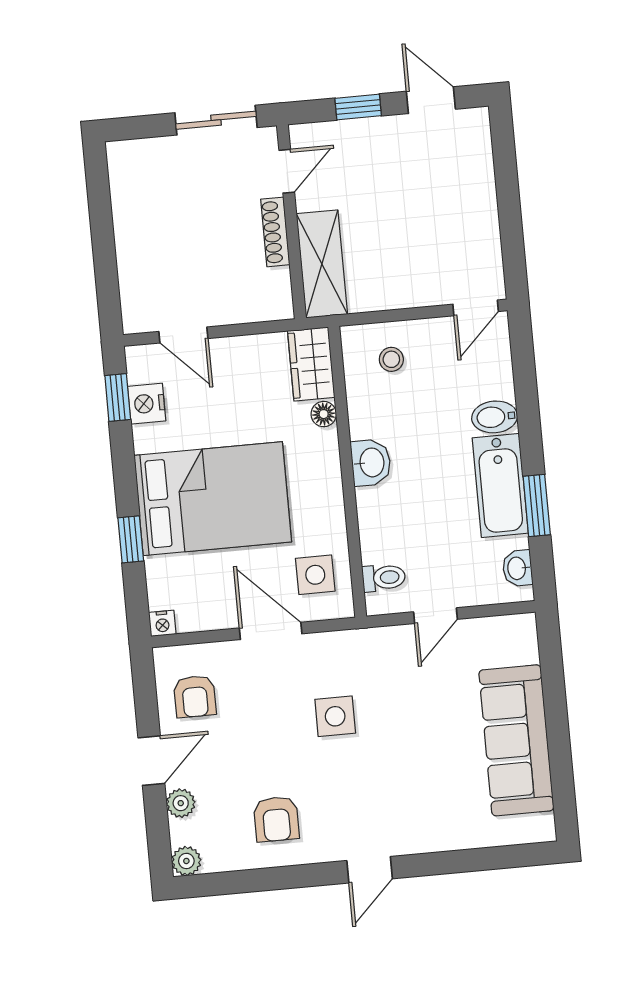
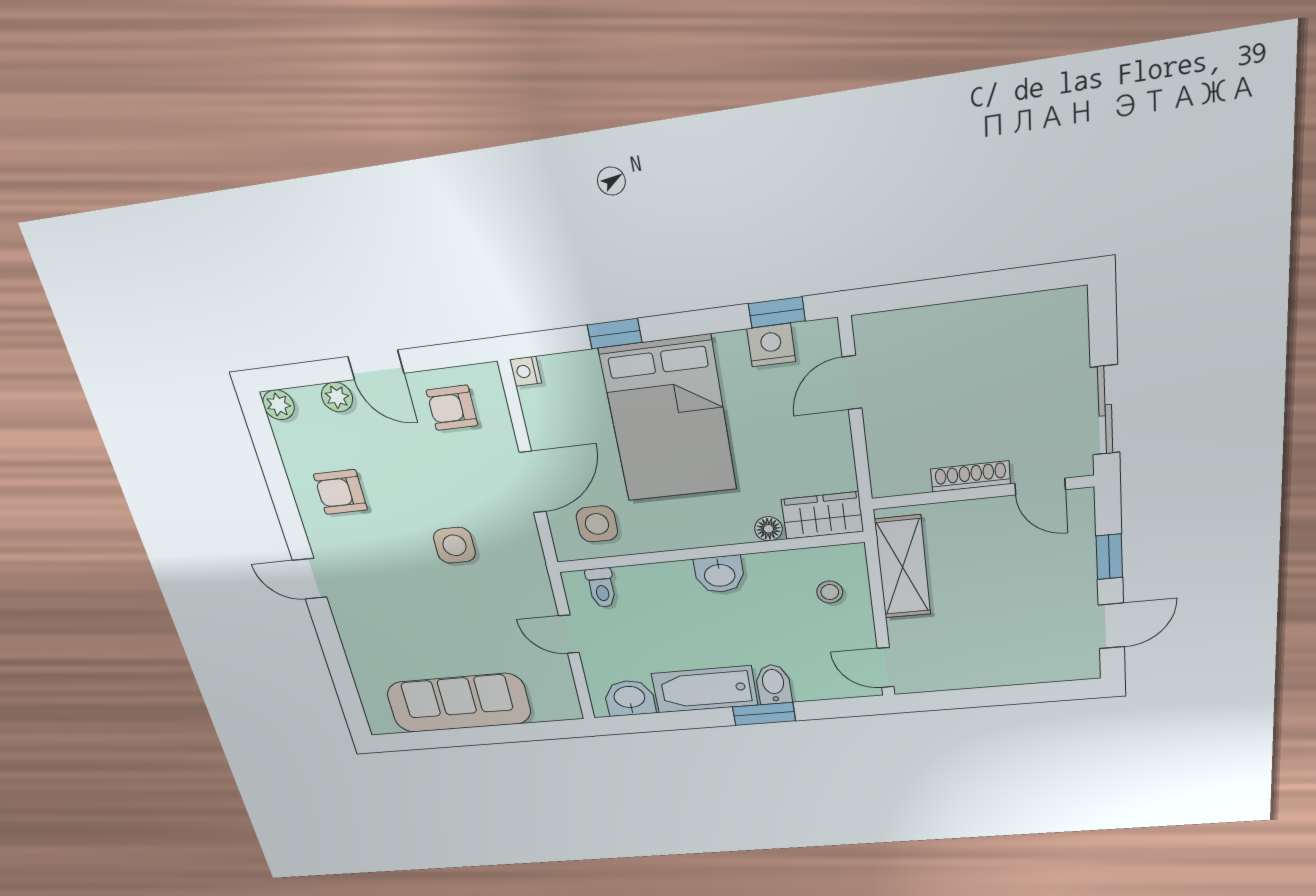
shelving: (322, 264) -> (903, 567), moved, turned 90
window: (537, 505) -> (764, 714), moved
washbasin: (517, 568) -> (630, 698), width x1.38, depth x1.45

